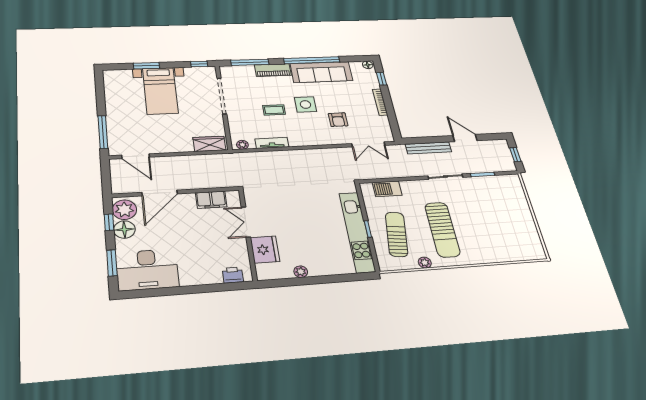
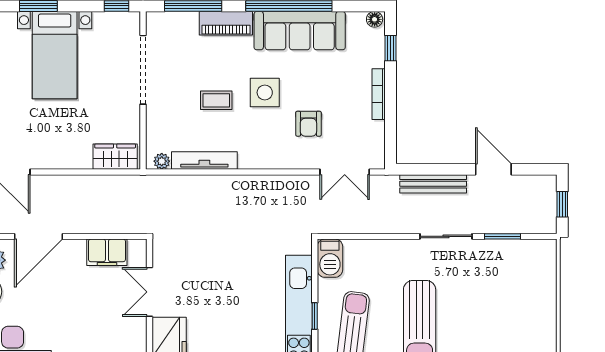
tv unit: (272, 143) -> (204, 160), width x1.41
barbecue: (387, 189) -> (330, 258), moved, turned -90

